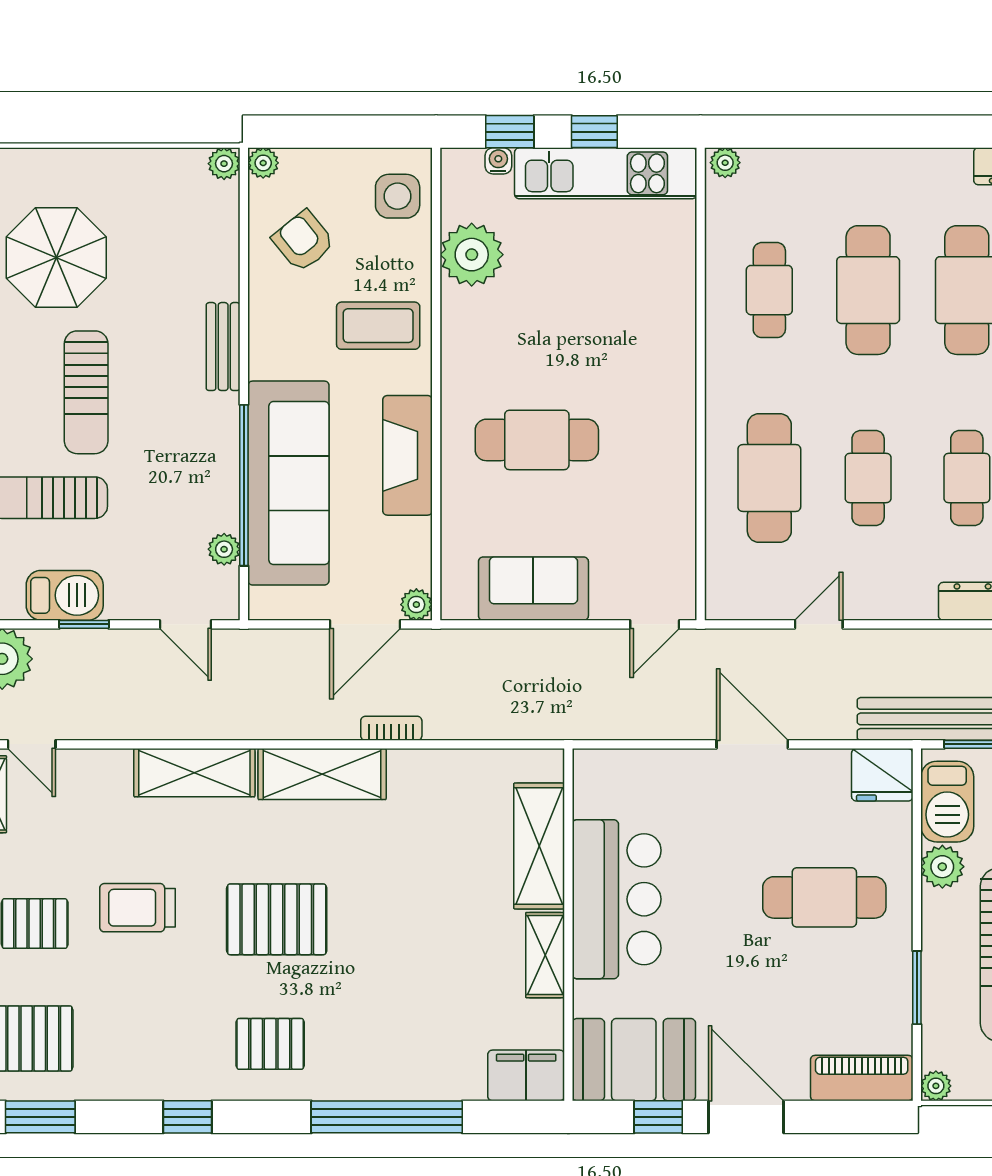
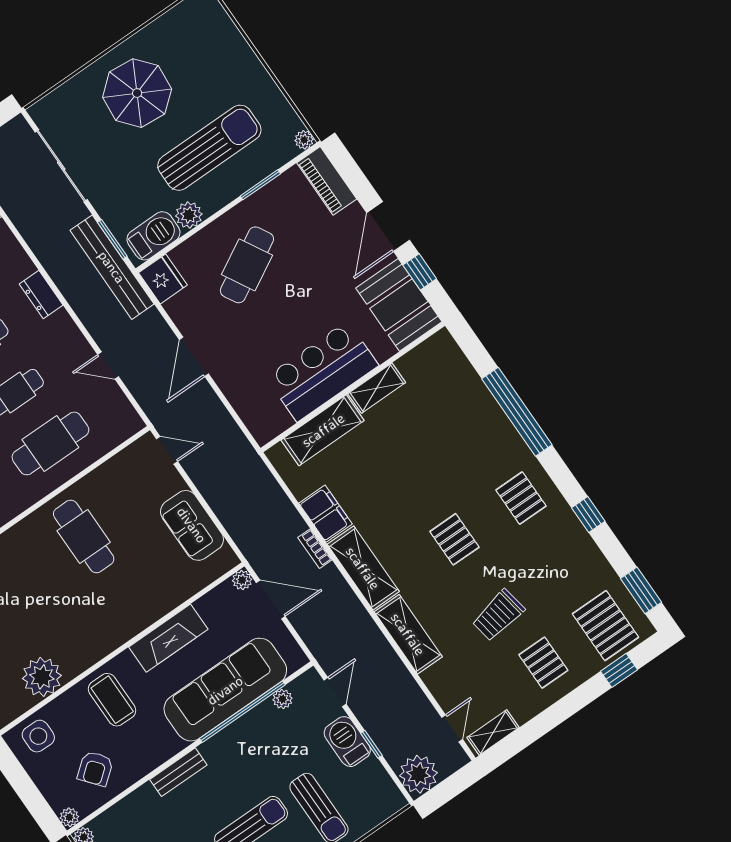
cafe table: (537, 440) -> (84, 536), moved
barbecue: (65, 595) -> (347, 742), moved
cafe table: (824, 897) -> (247, 265), turned 61
trolley: (137, 908) -> (498, 615), turned 80
pallet: (277, 919) -> (454, 539), width x0.67, depth x0.71
filing cabinet: (526, 1075) -> (325, 514), moved, turned 180

